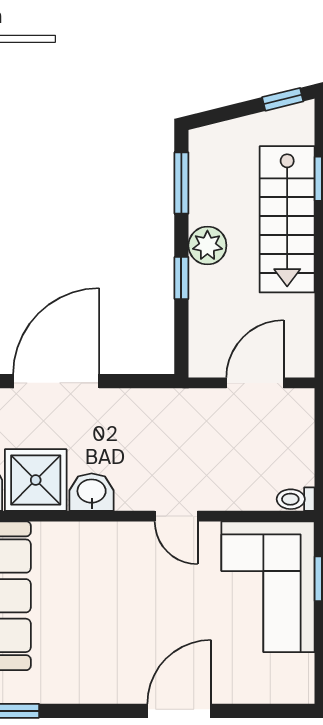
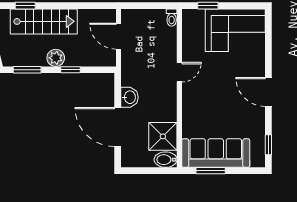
washbasin: (92, 492) -> (129, 97), moved, turned 180
corner sofa: (268, 587) -> (235, 30), moved
door: (179, 711) -> (268, 92), moved

